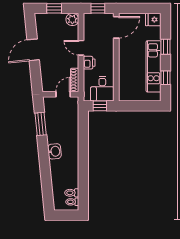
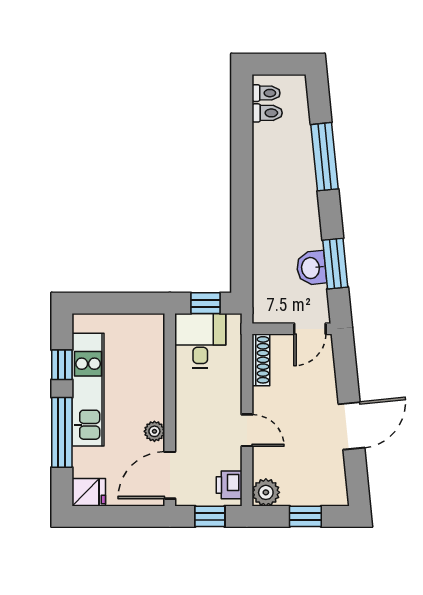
plant: (123, 47) -> (154, 431), added
window: (165, 47) -> (62, 432), width x2.17
printer: (89, 63) -> (229, 485), moved
door: (63, 94) -> (310, 329), moved
washbasin: (54, 151) -> (311, 268), moved
window: (45, 173) -> (325, 157), added

